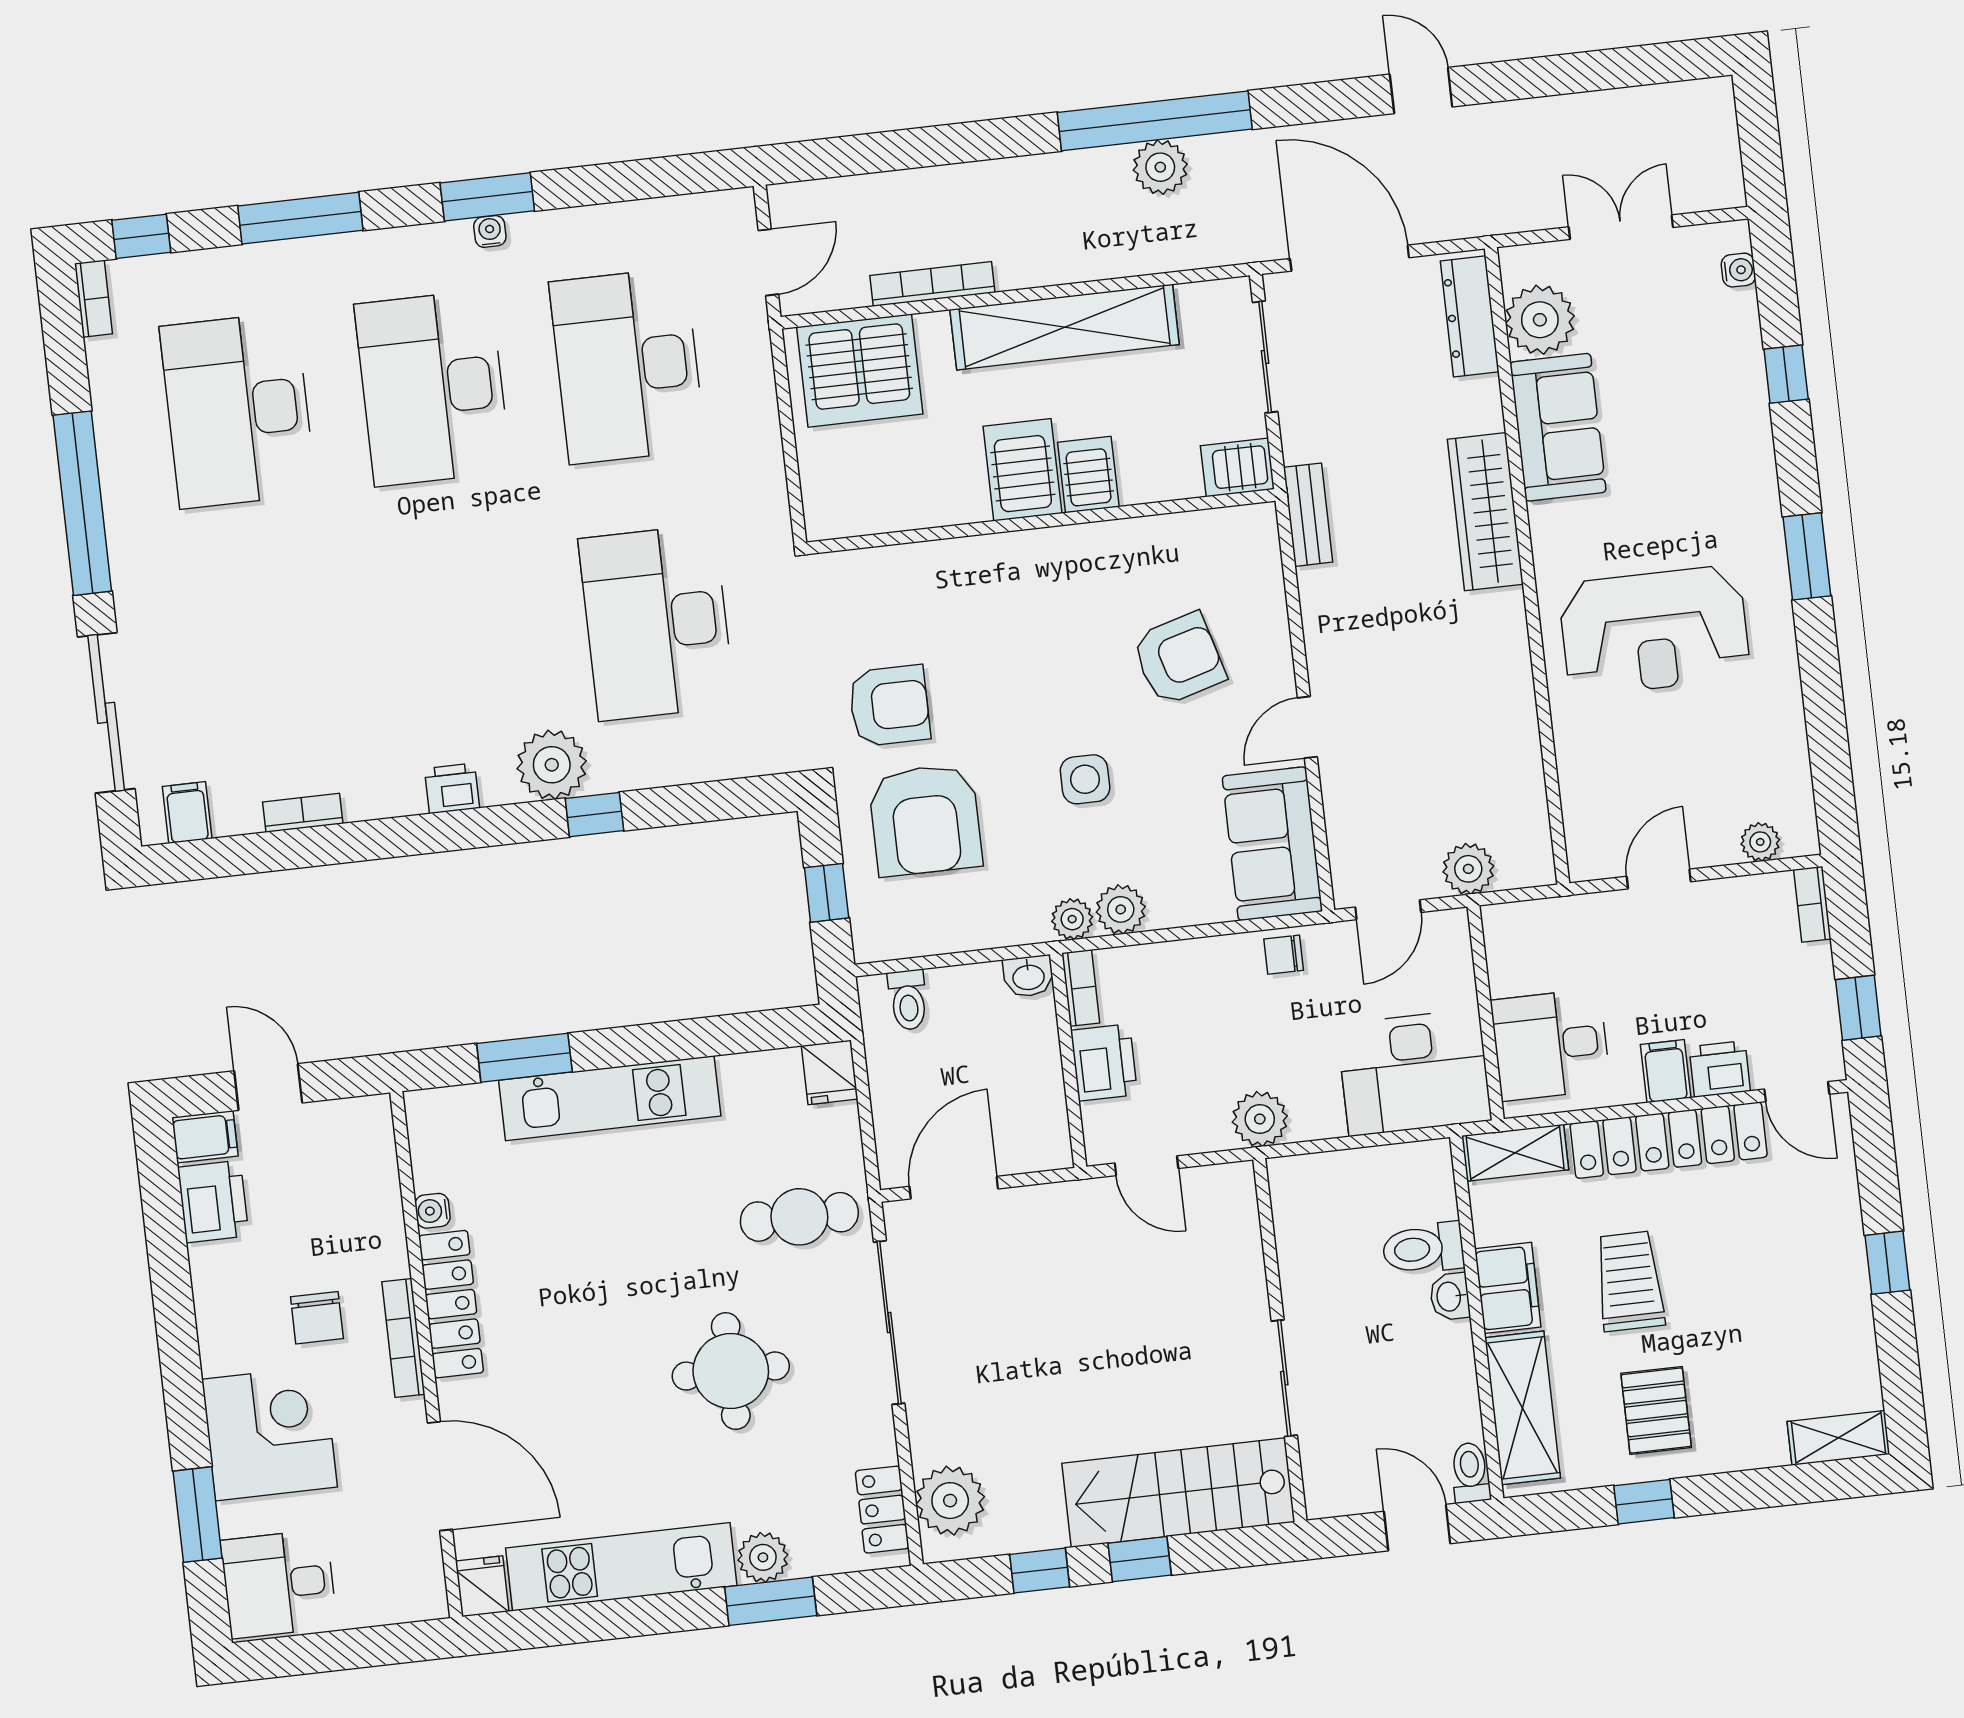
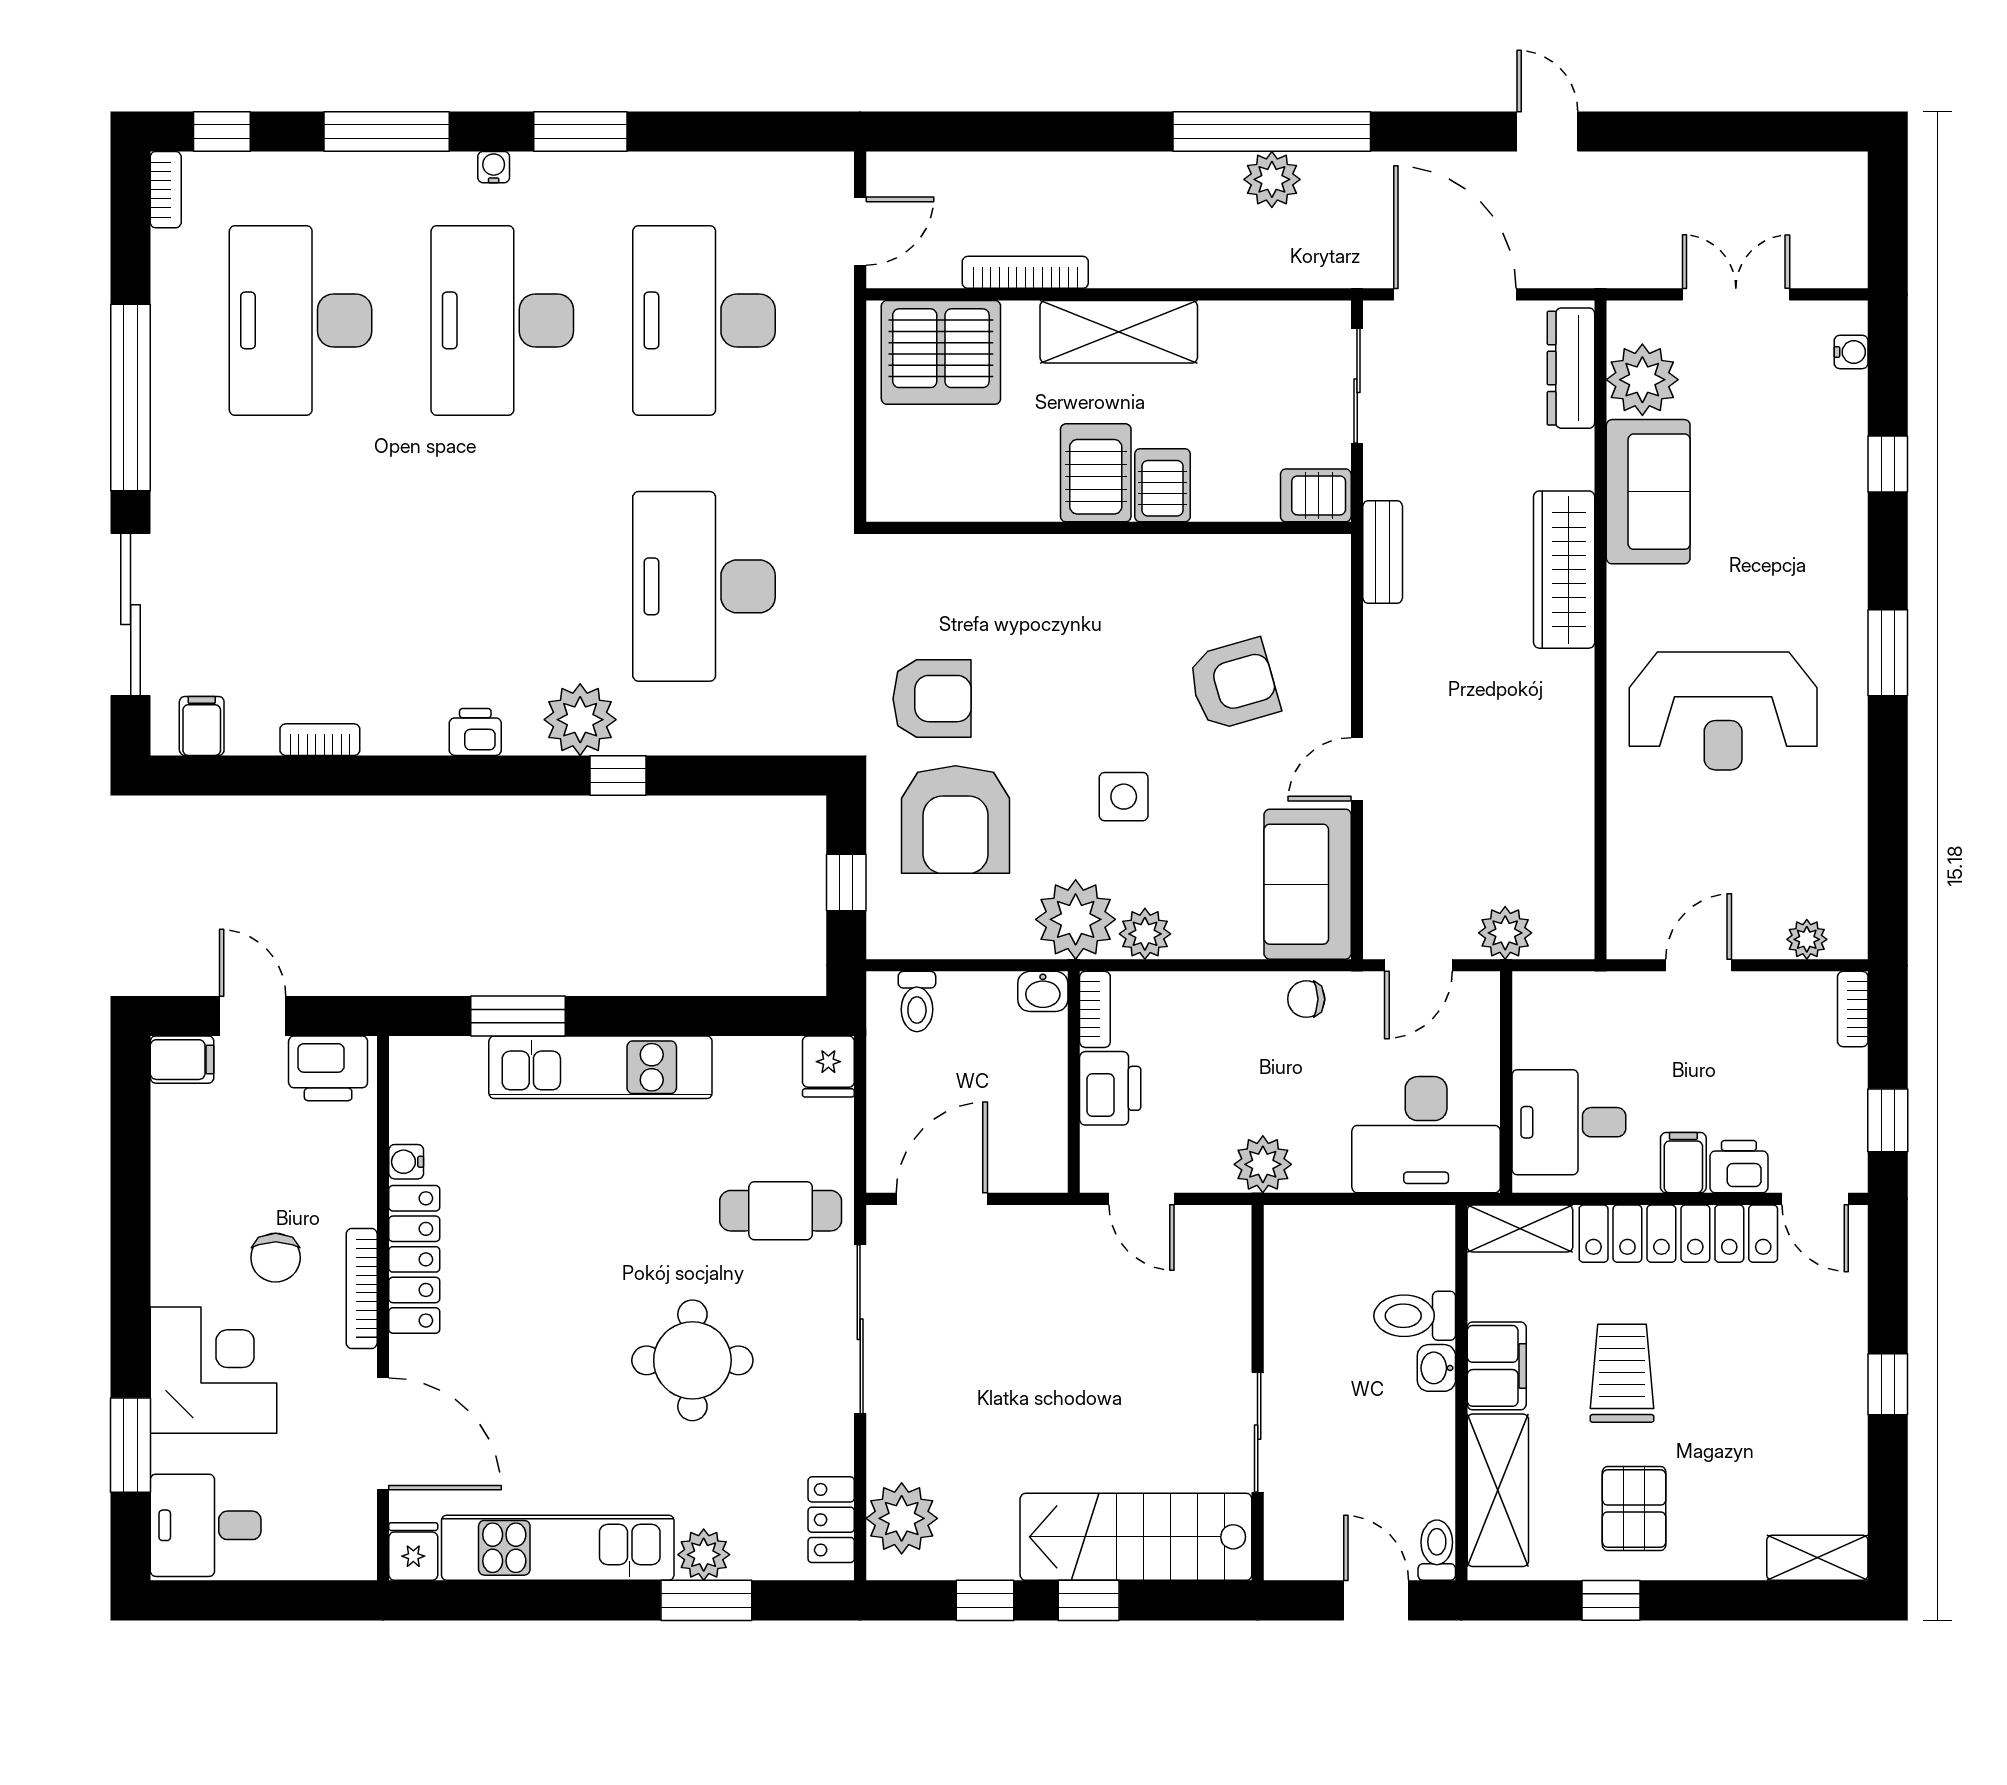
water cooler: (490, 231) -> (494, 167), moved
shelving: (1065, 327) -> (1119, 332), width x0.68
plant: (1072, 919) -> (1076, 919), width x1.88, depth x1.88
printer: (213, 1201) -> (328, 1068), moved, turned 90

